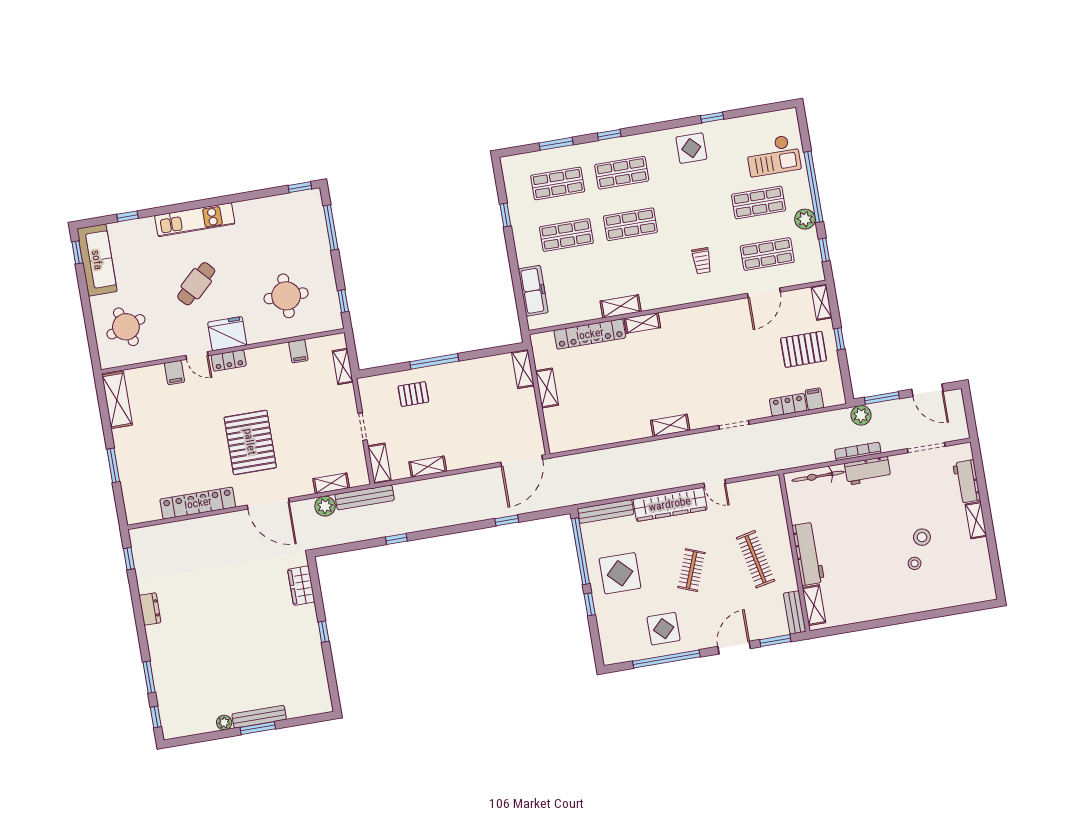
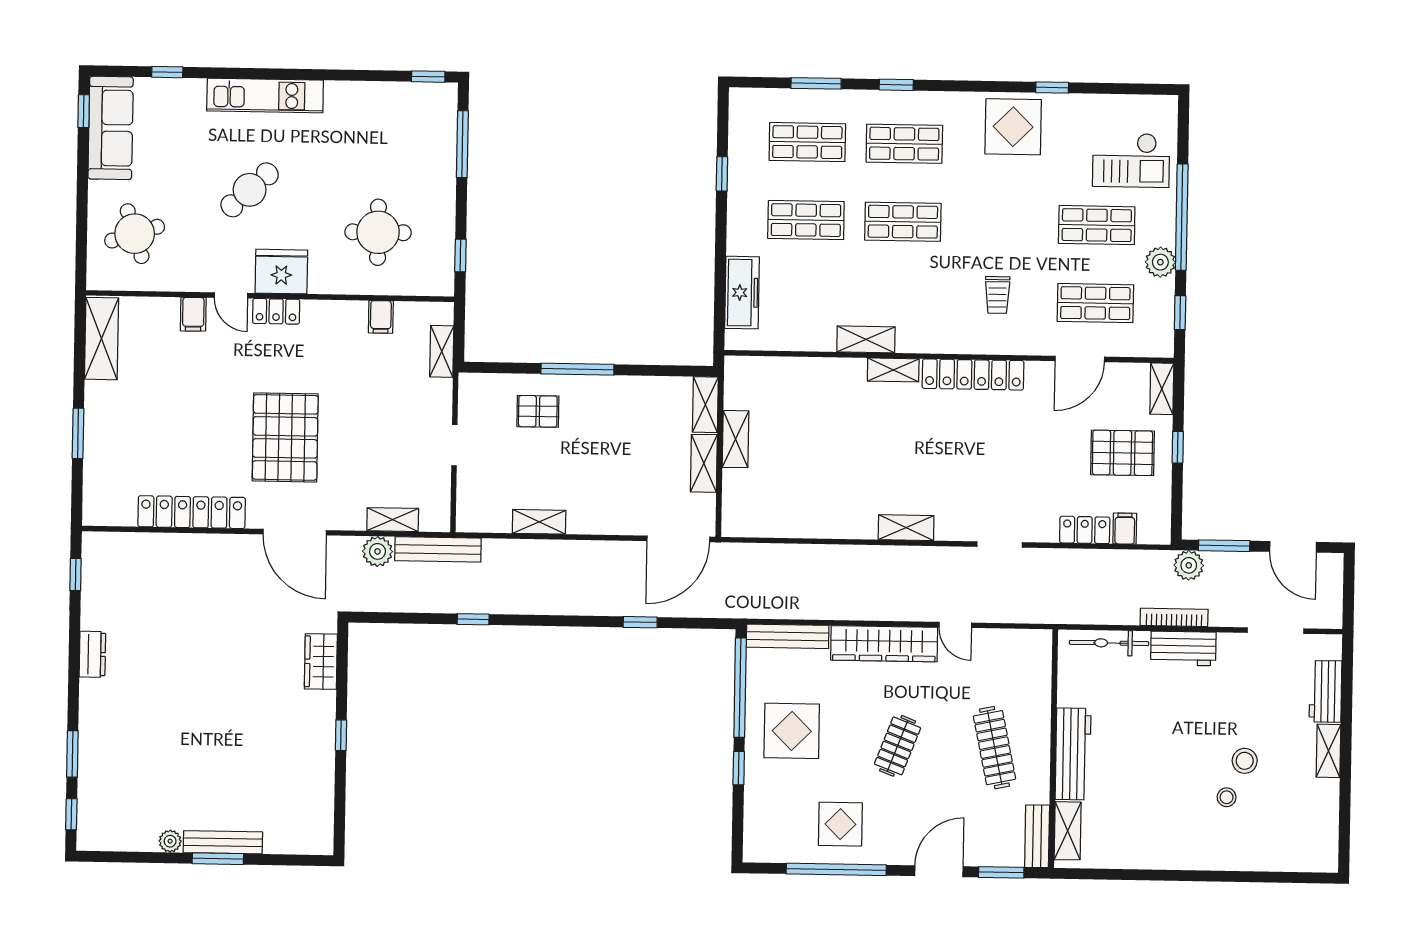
display table: (691, 148) -> (1013, 127), width x1.36, depth x1.36
locker: (590, 334) -> (973, 374), moved
shelving: (379, 463) -> (704, 463), moved

